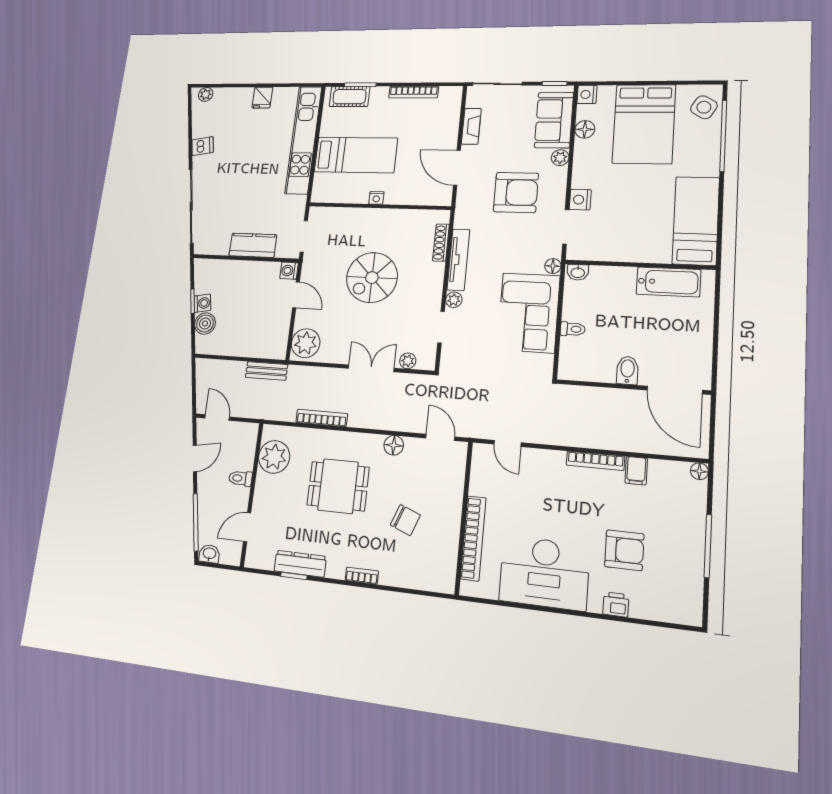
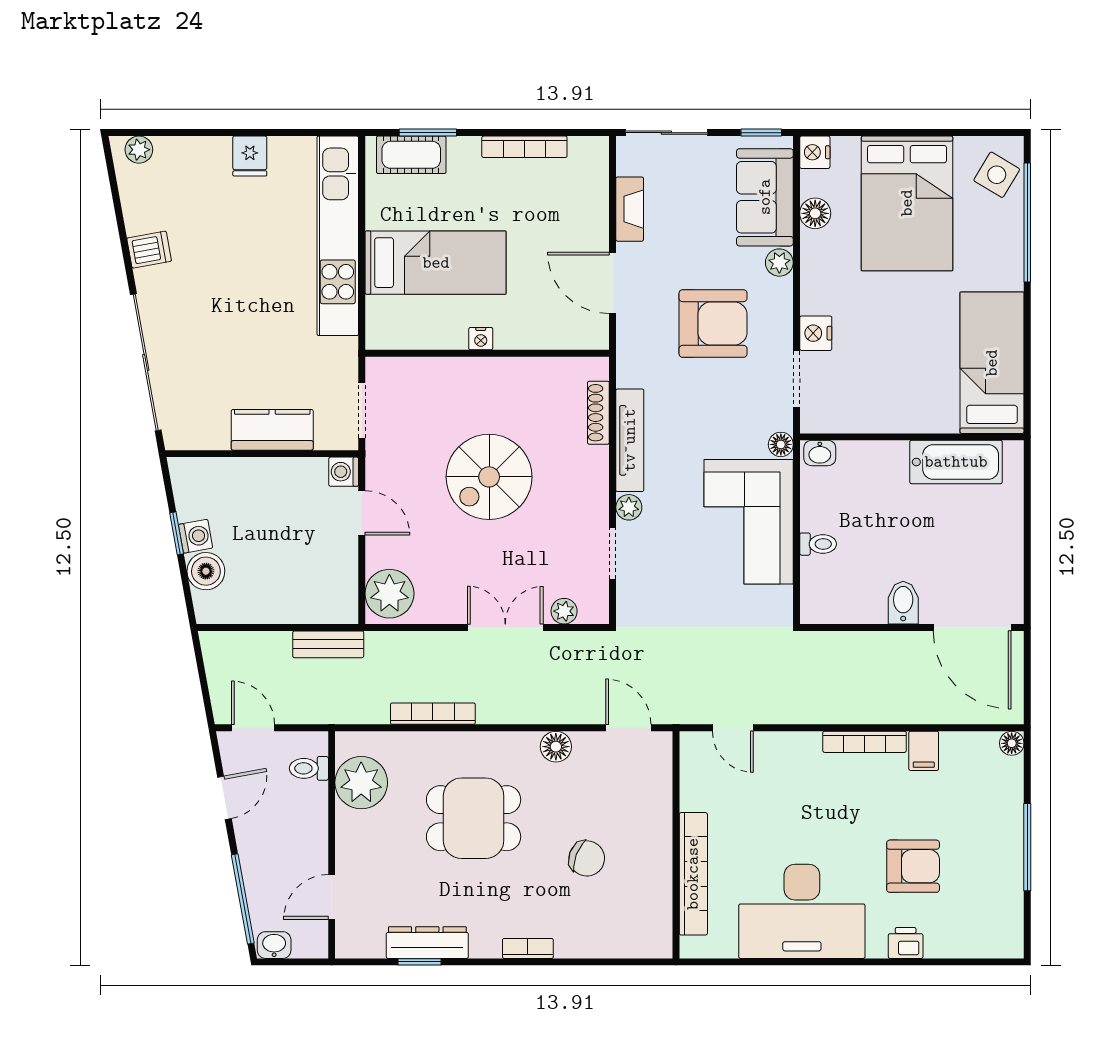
toilet: (240, 478) -> (309, 768), moved

